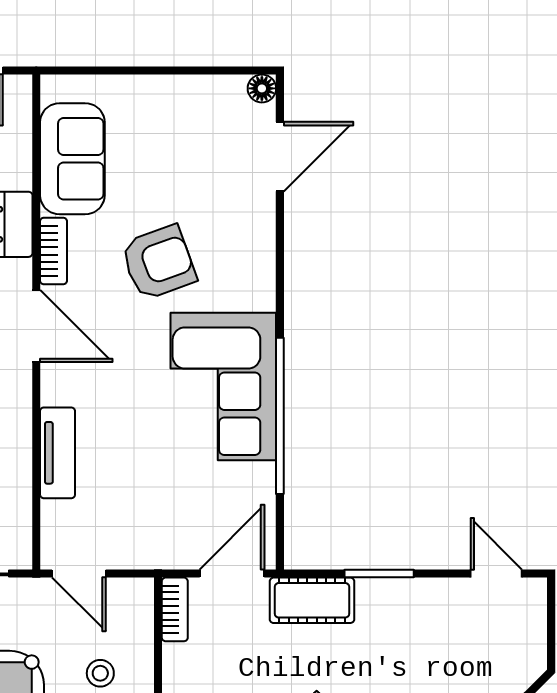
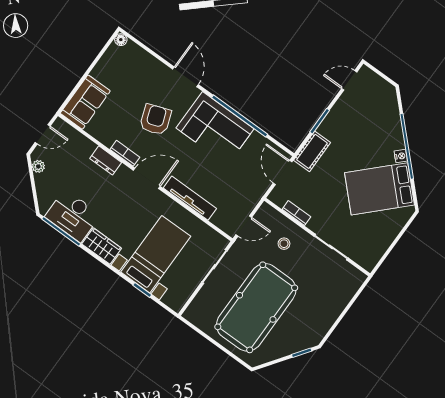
door: (280, 157) -> (185, 77), moved
sofa: (72, 159) -> (85, 102), moved, turned 90
tv unit: (58, 453) -> (190, 198), width x1.41
bookcase: (175, 609) -> (296, 213), moved

